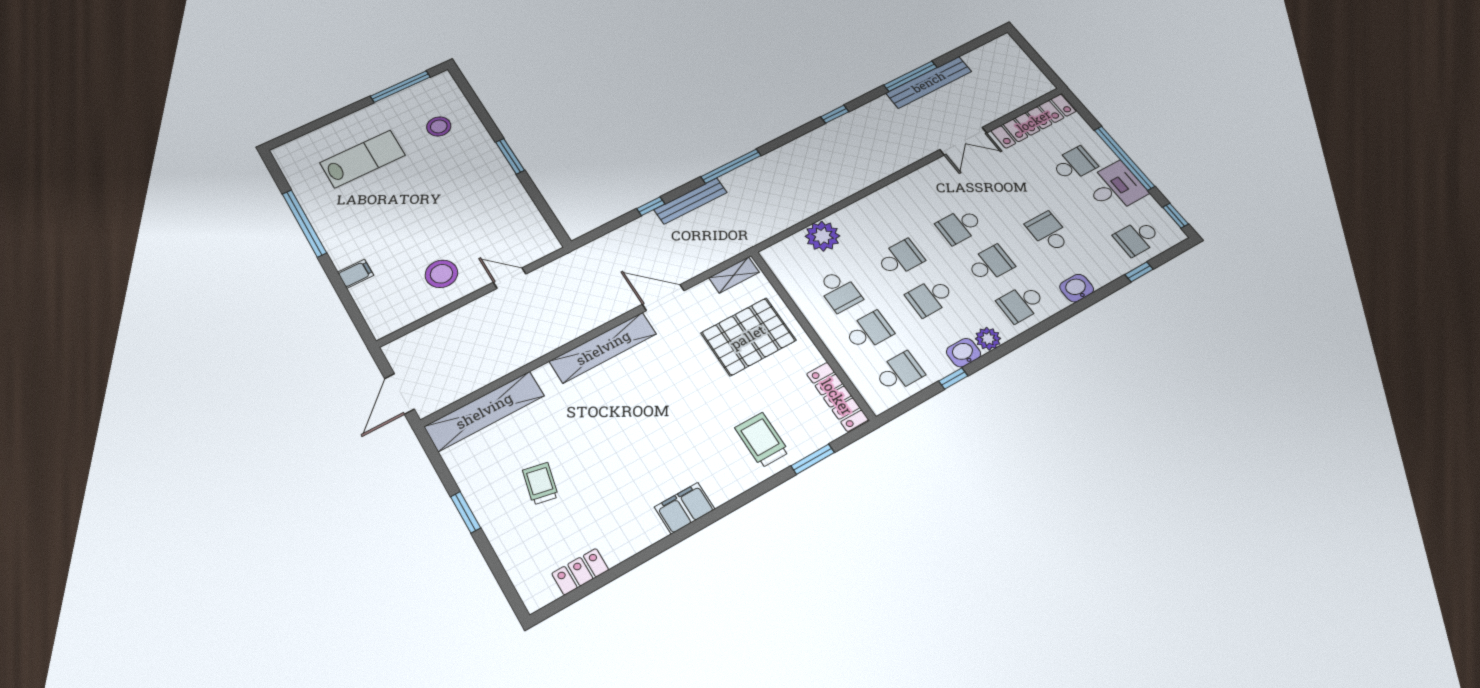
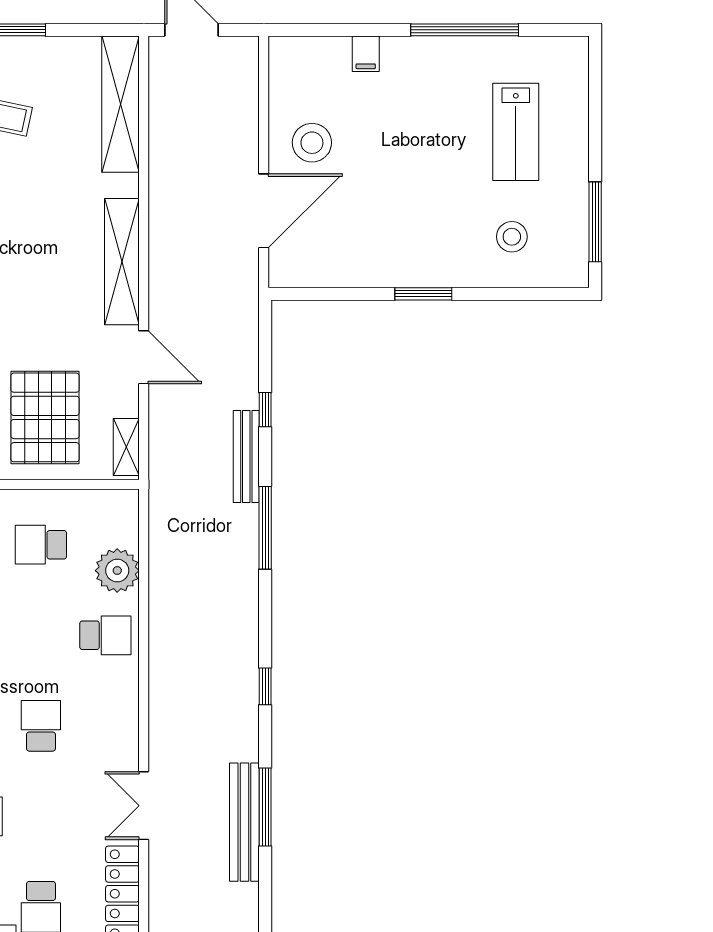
school desk: (900, 258) -> (105, 635), moved, turned -90
door: (510, 278) -> (264, 211), width x1.87
door: (663, 298) -> (144, 357), hinge flipped

